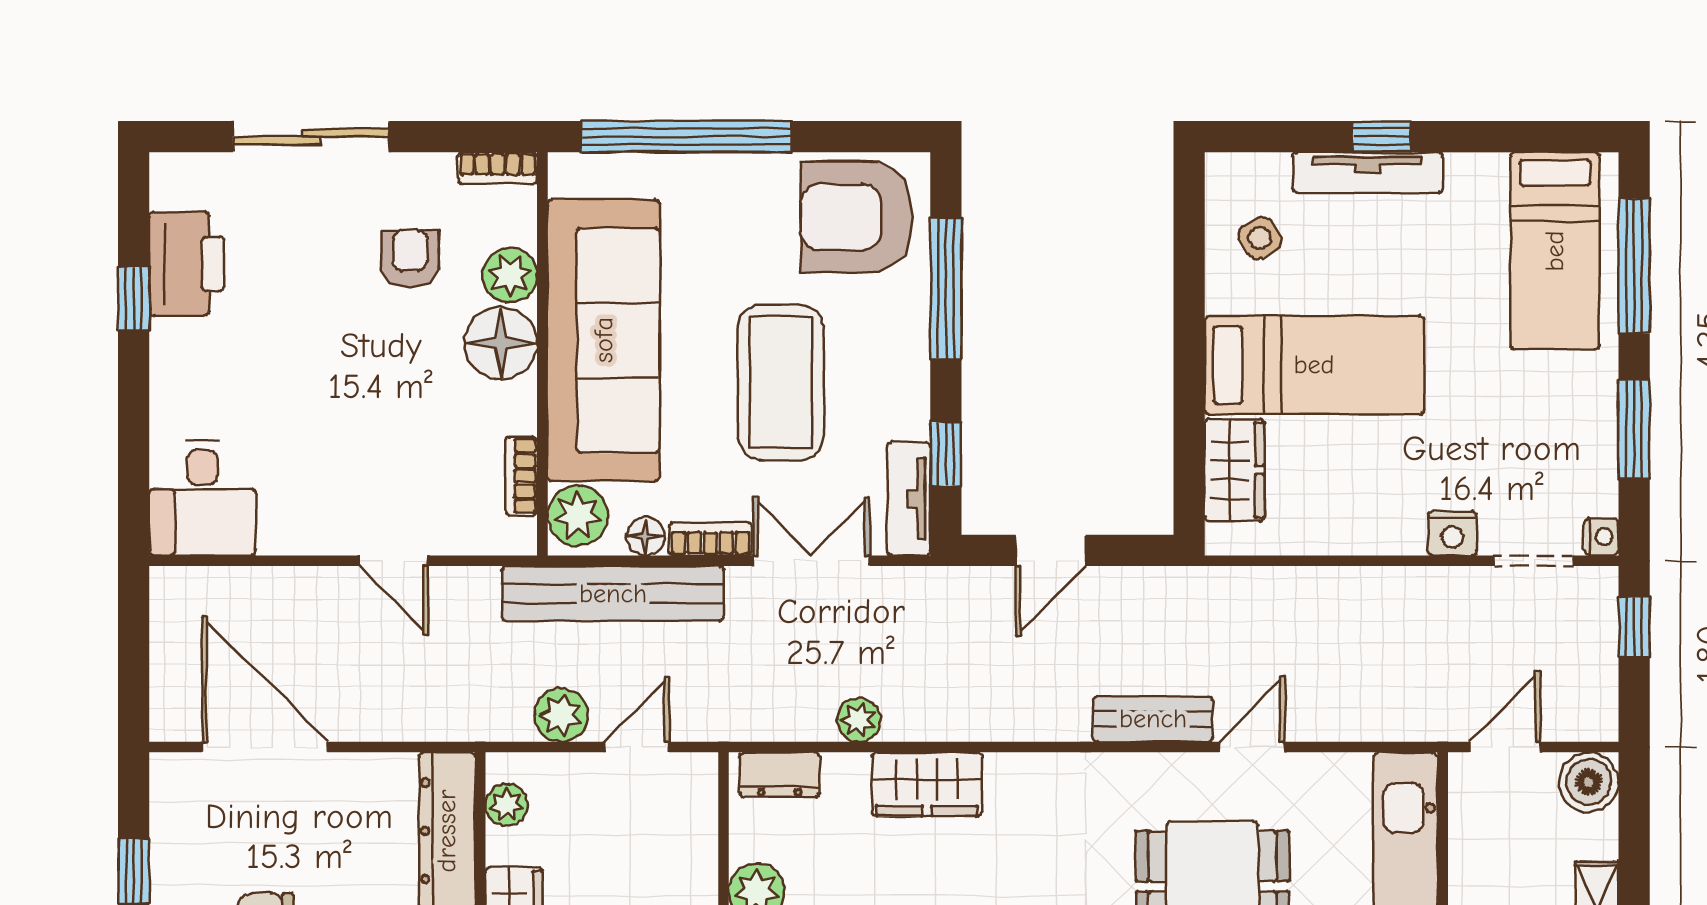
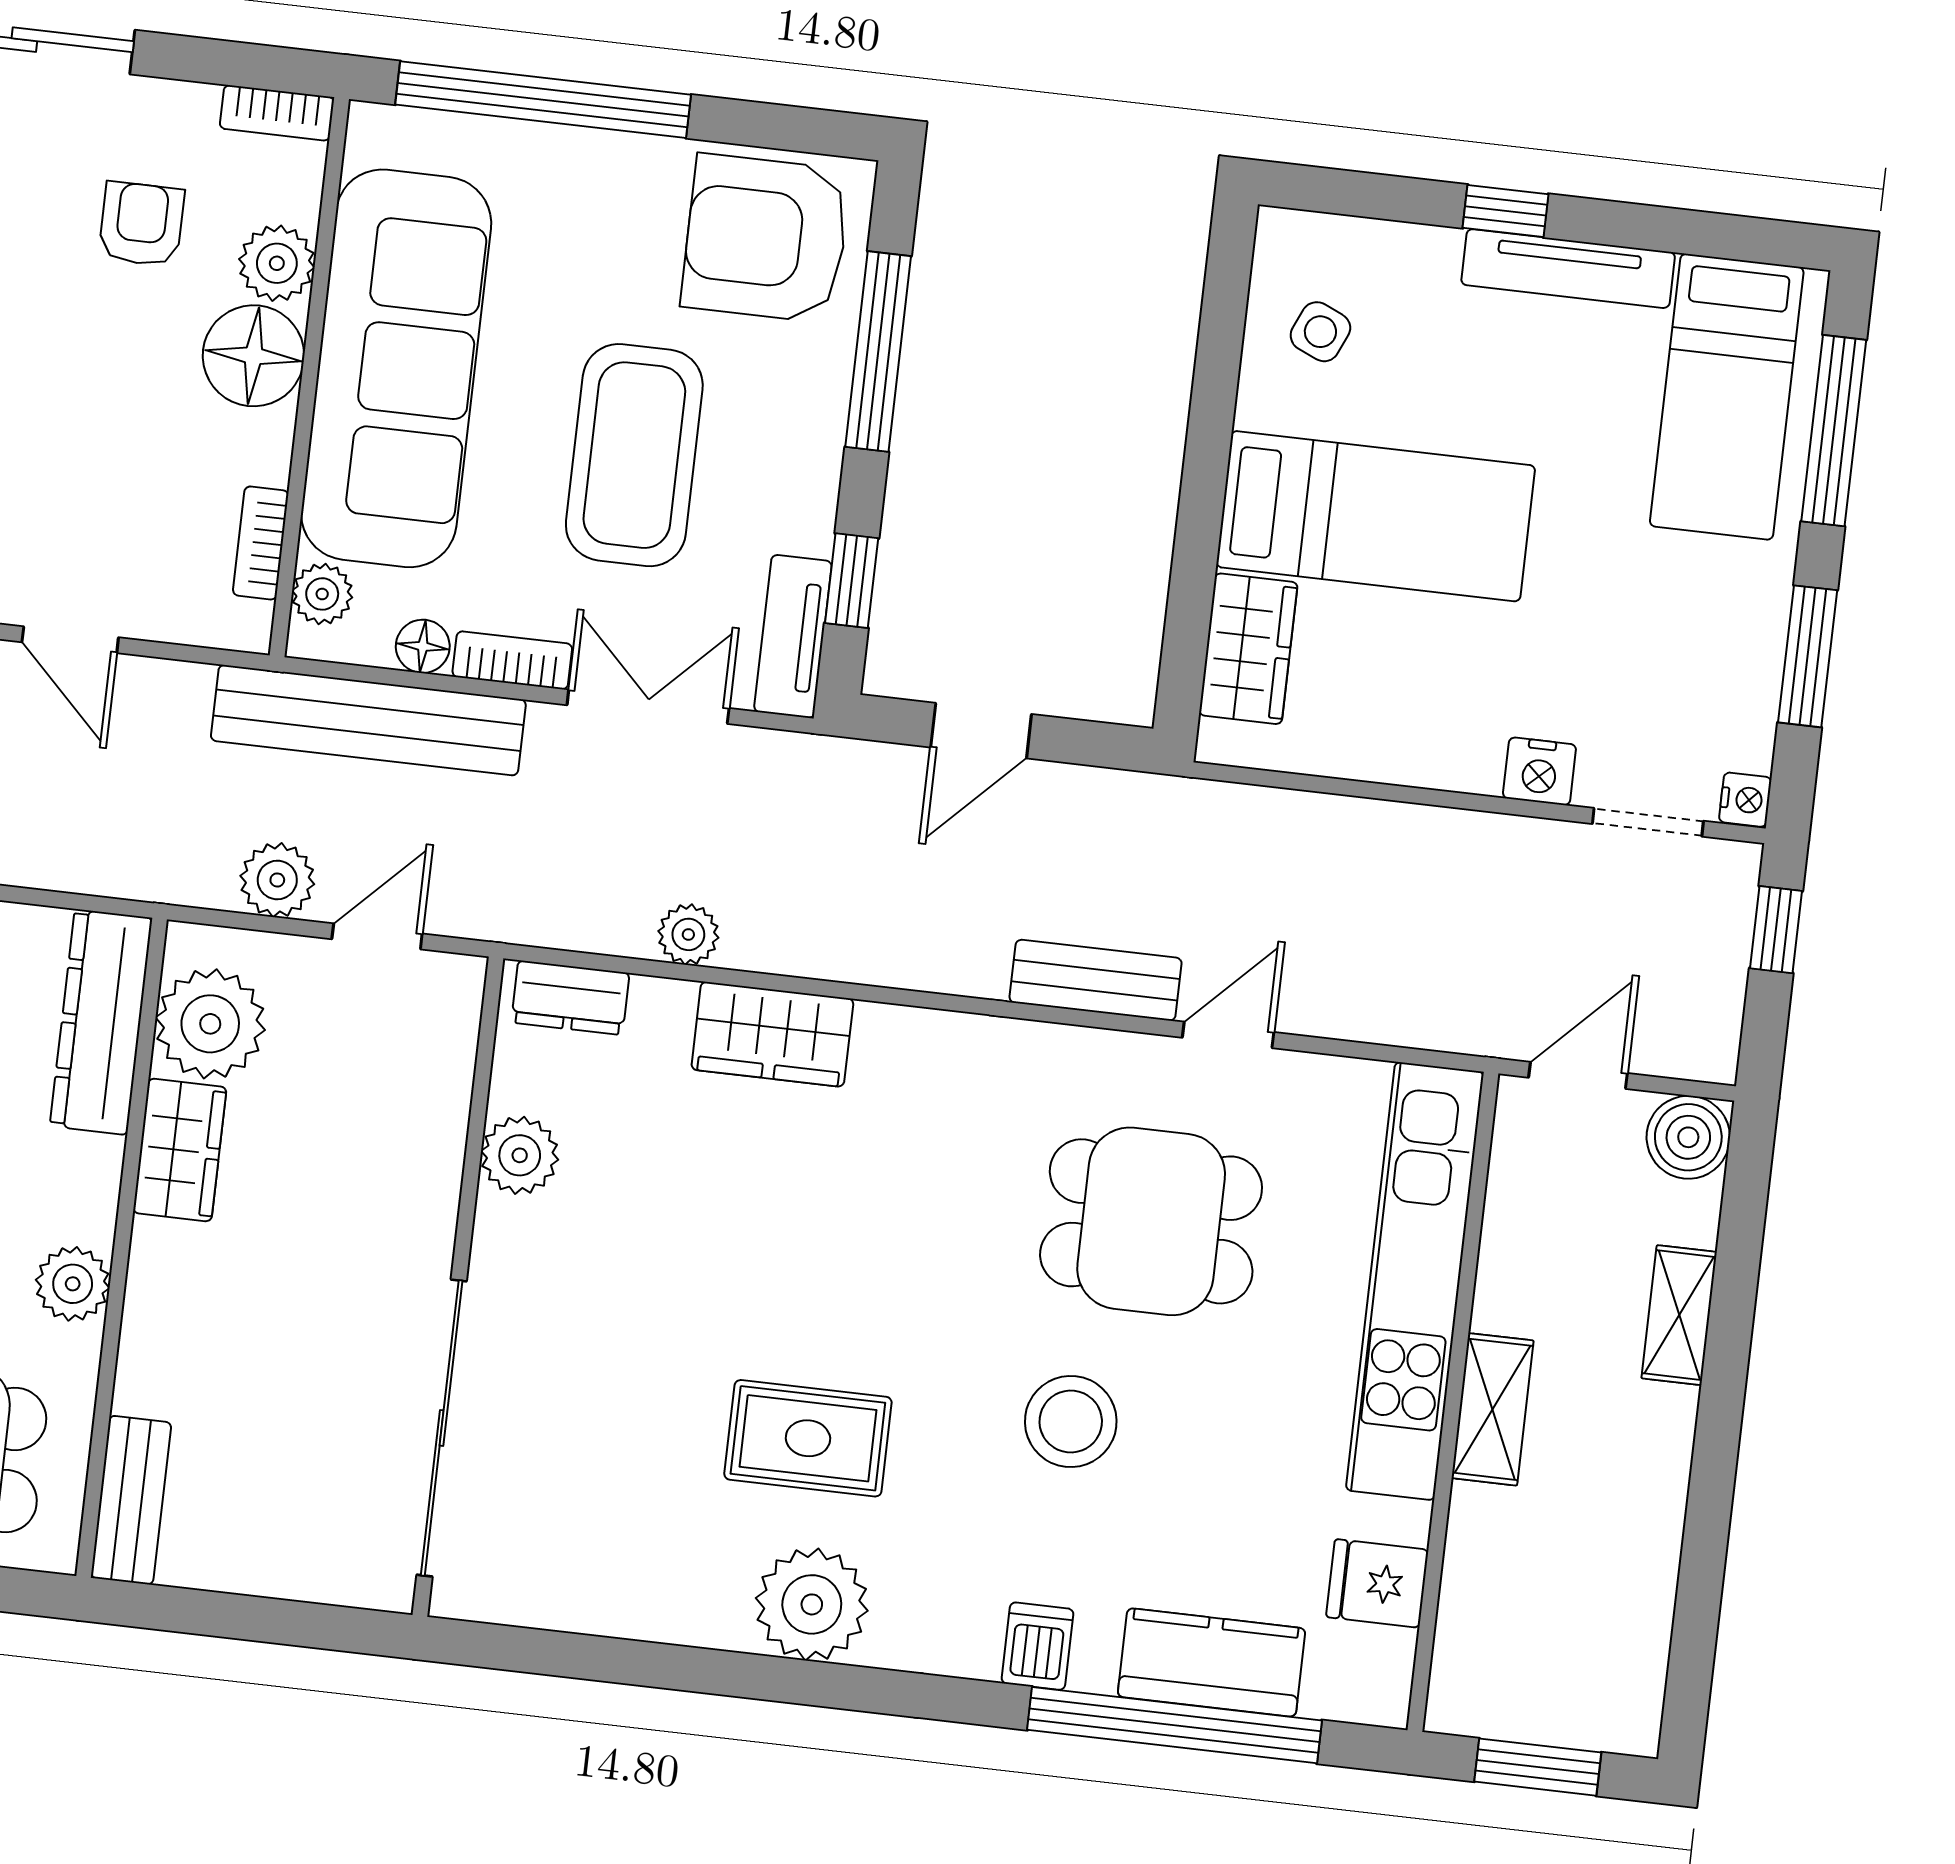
tv unit: (1367, 172) -> (1568, 269), moved
side table: (1260, 238) -> (1320, 332), turned -35
plant: (578, 516) -> (322, 594), width x0.73, depth x0.73
plant: (507, 805) -> (210, 1024), width x1.87, depth x1.87

